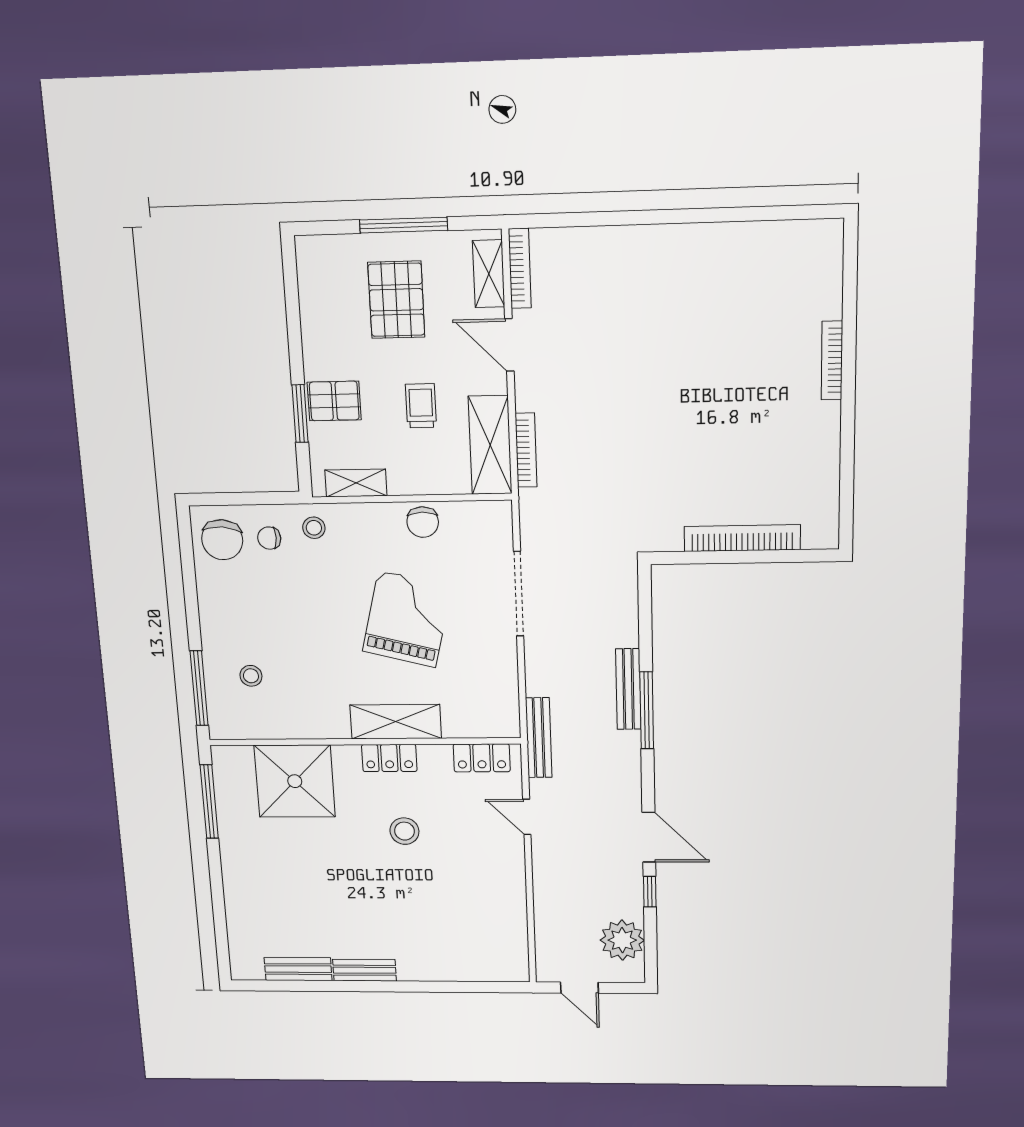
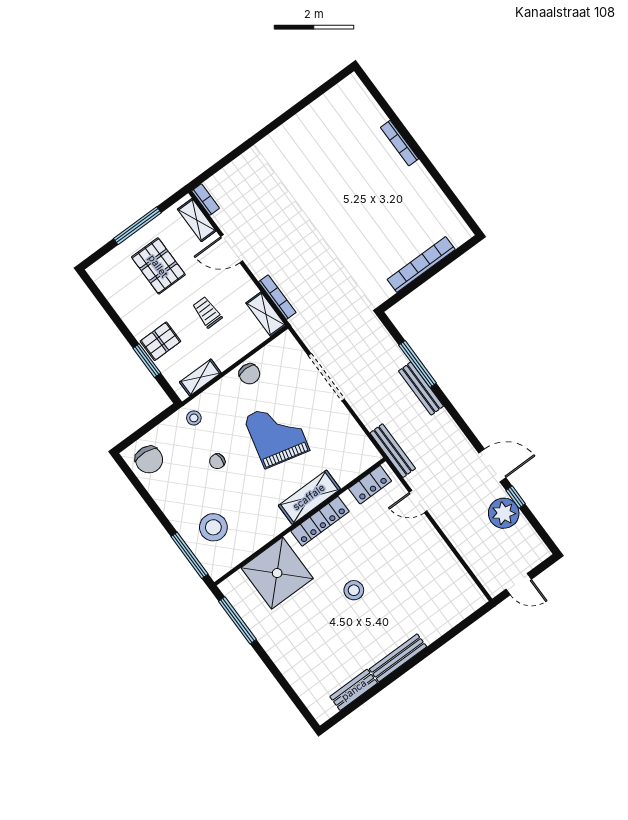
bookcase: (520, 268) -> (205, 200), width x0.64
shelving: (490, 445) -> (266, 314), width x0.67, depth x0.75
chair: (269, 538) -> (217, 461), moved
stool: (251, 676) -> (213, 527), width x1.89, depth x1.89
window: (647, 710) -> (418, 364), moved
locker: (389, 758) -> (320, 521), width x1.53
stool: (404, 831) -> (354, 590), moved
plant: (622, 940) -> (504, 513), moved
bench: (364, 970) -> (398, 658), width x1.36

